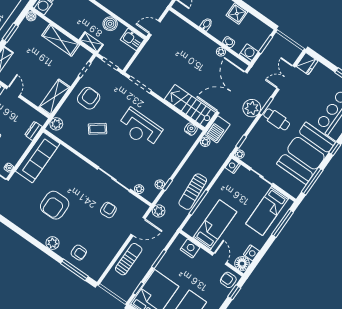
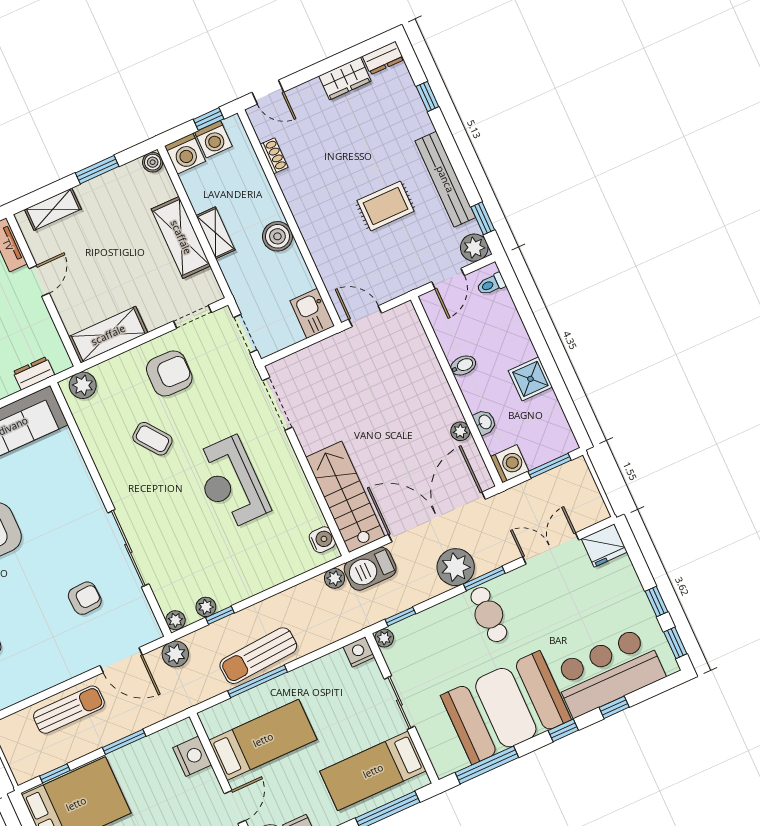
boiler: (110, 24) -> (277, 236), moved
shelving: (91, 42) -> (216, 233), moved
plant: (139, 189) -> (175, 620), moved

